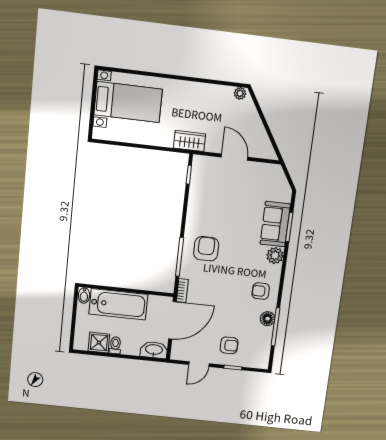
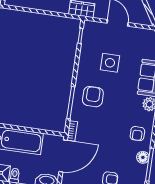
side table: (226, 207) -> (110, 63), added
armchair: (261, 291) -> (137, 134), turned -90

